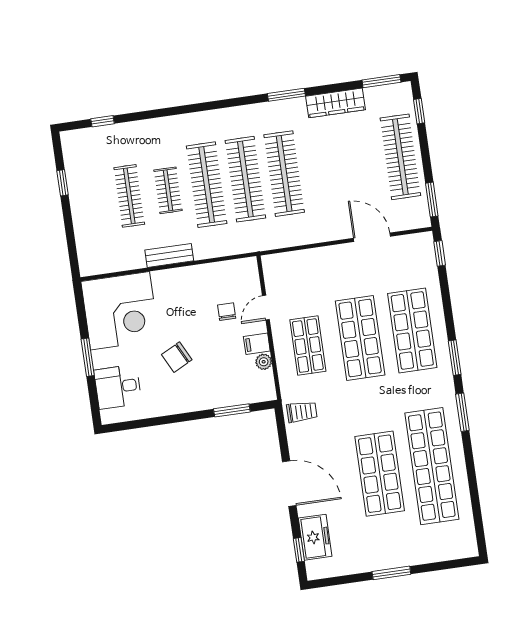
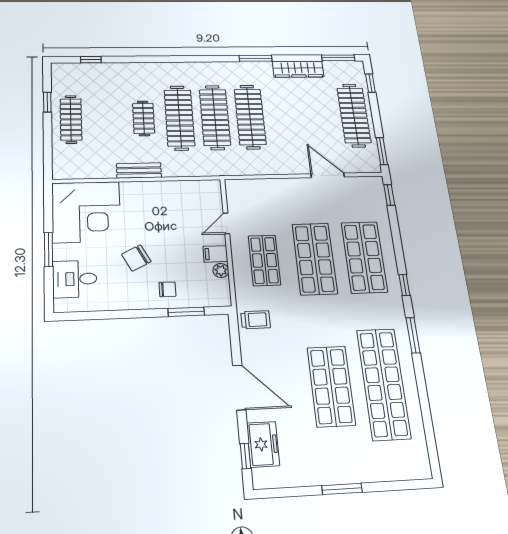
clothes rail: (129, 196) -> (71, 119), moved
chair: (227, 312) -> (167, 289), moved, turned 90
window: (455, 358) -> (404, 285), width x0.67

